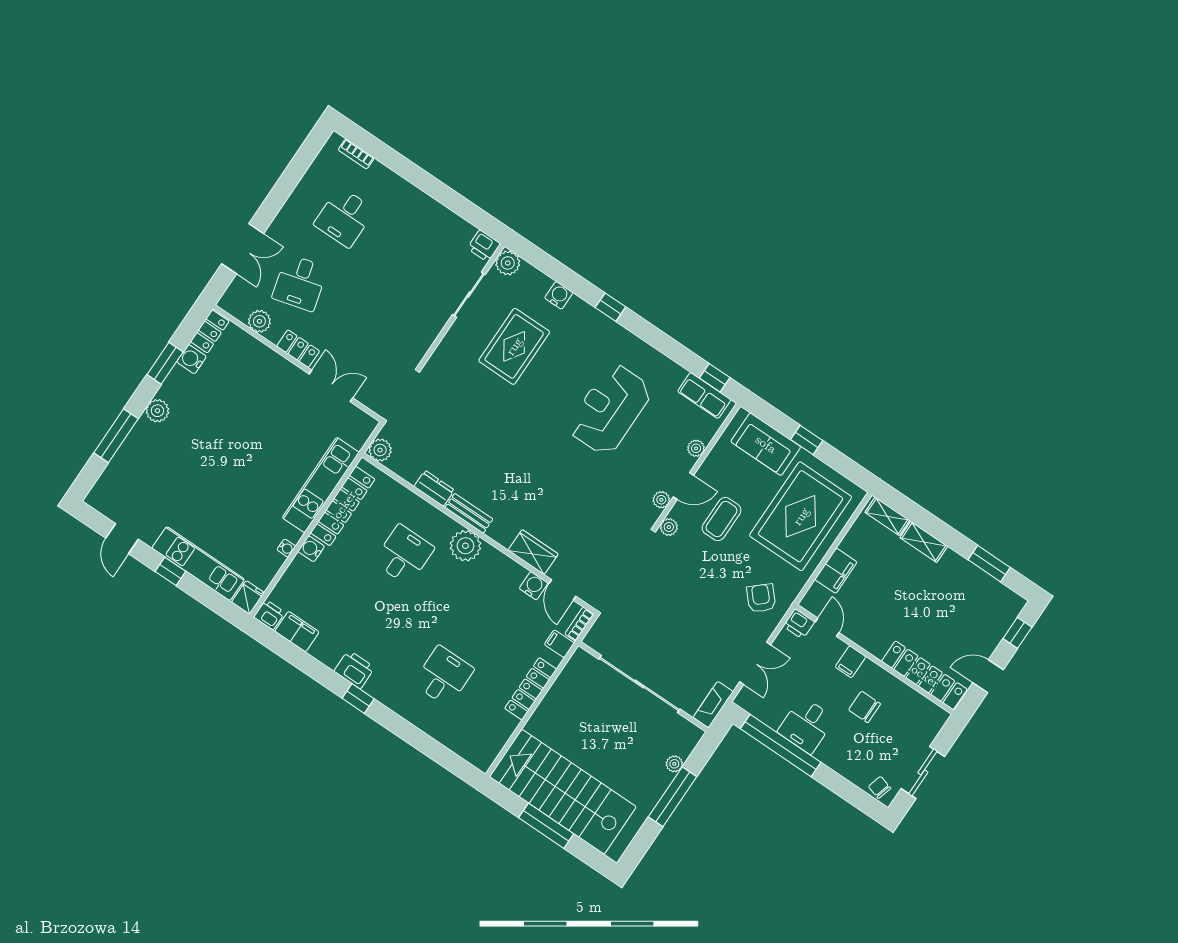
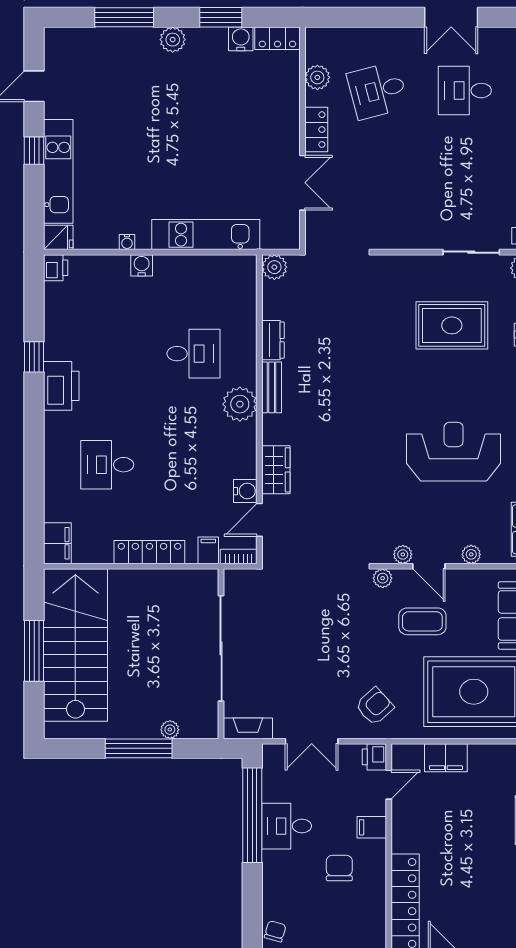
double door: (243, 249) -> (451, 17), moved
locker: (343, 506) -> (200, 268), removed
filing cabinet: (297, 632) -> (57, 543), moved
printer: (354, 669) -> (61, 386), width x1.37, depth x1.19
desk: (444, 676) -> (107, 465), turned 180
window: (358, 698) -> (34, 357), moved

